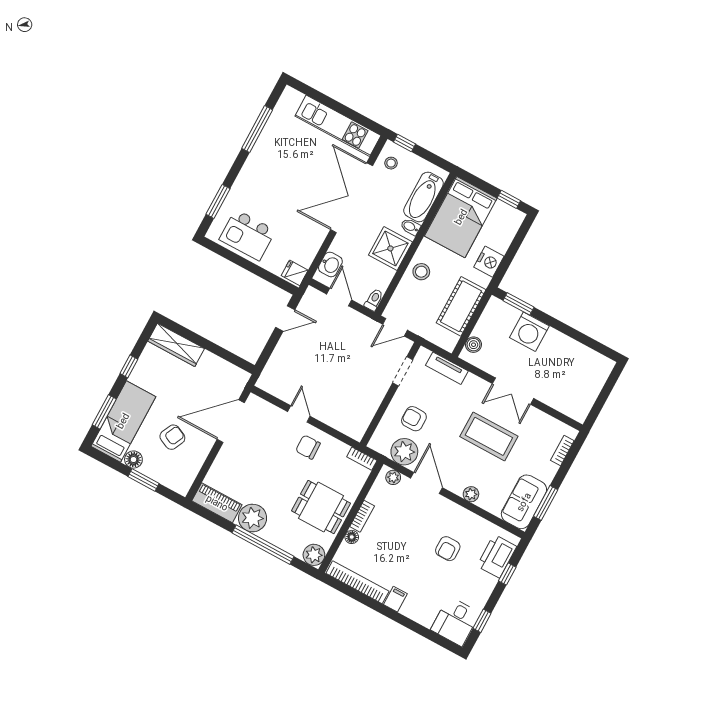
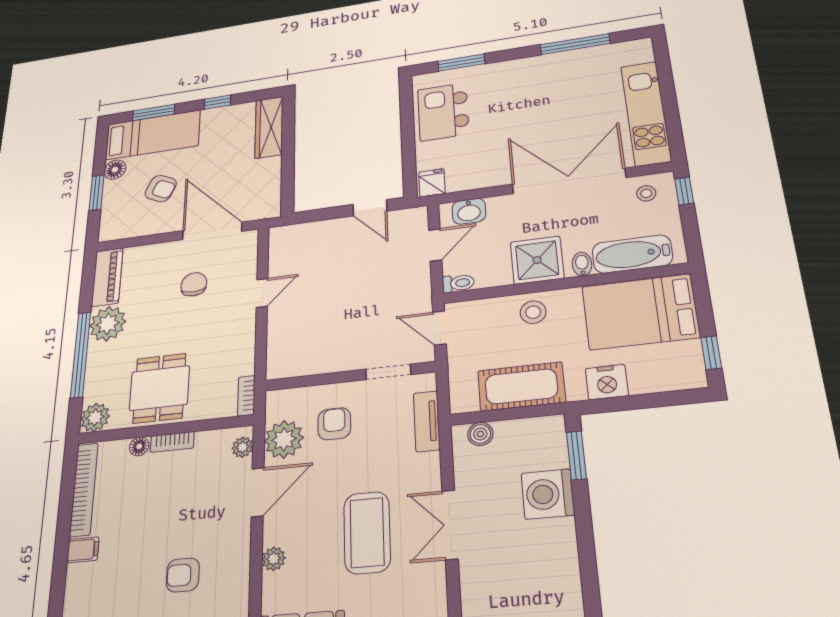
chair: (308, 447) -> (194, 284), moved

